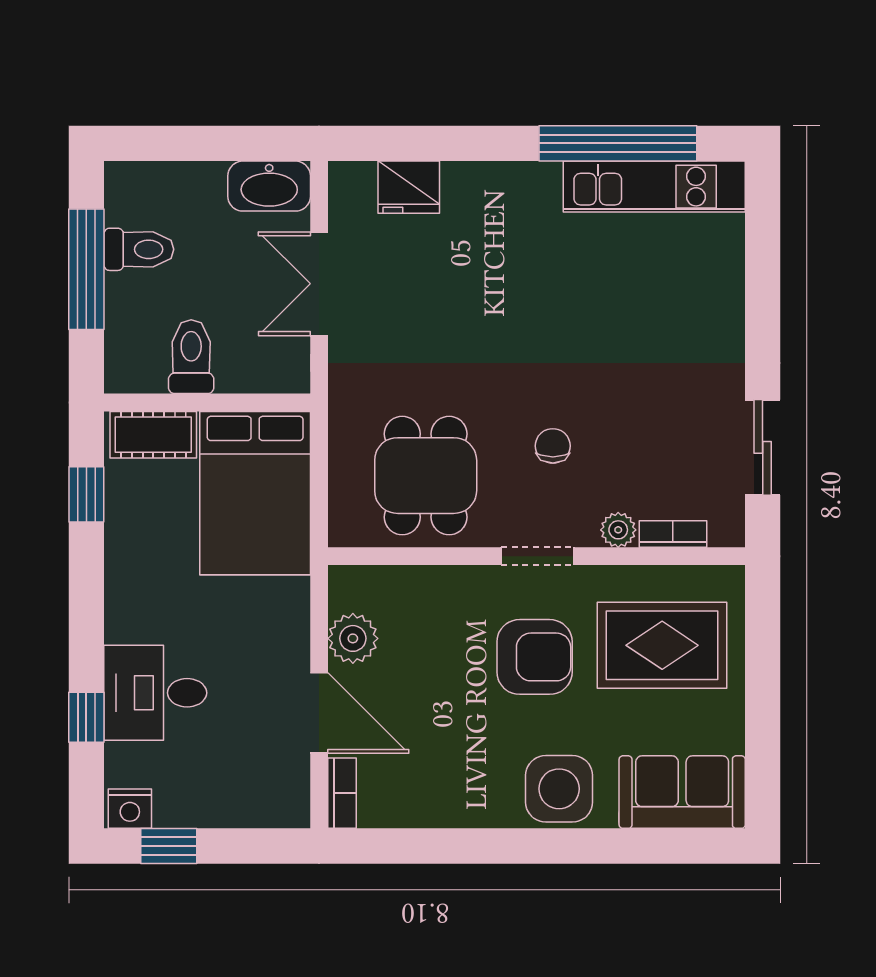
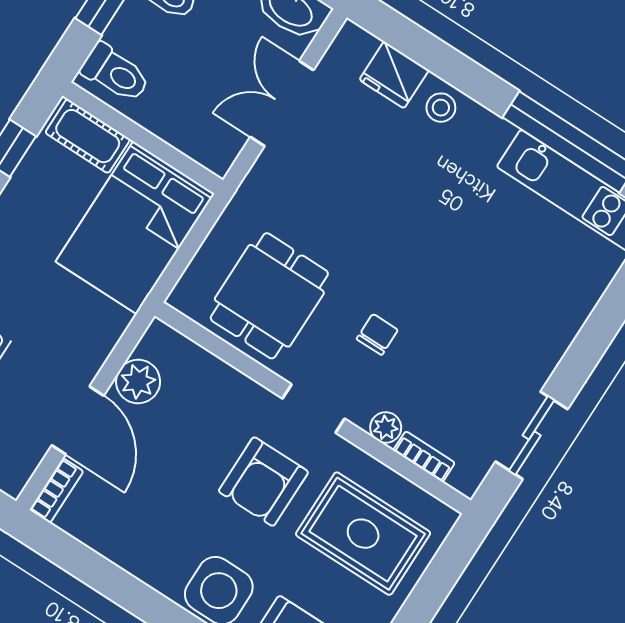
stool: (474, 190) -> (441, 108), added
toilet: (191, 357) -> (115, 73), moved, turned 90
armchair: (535, 657) -> (263, 482), turned 90

